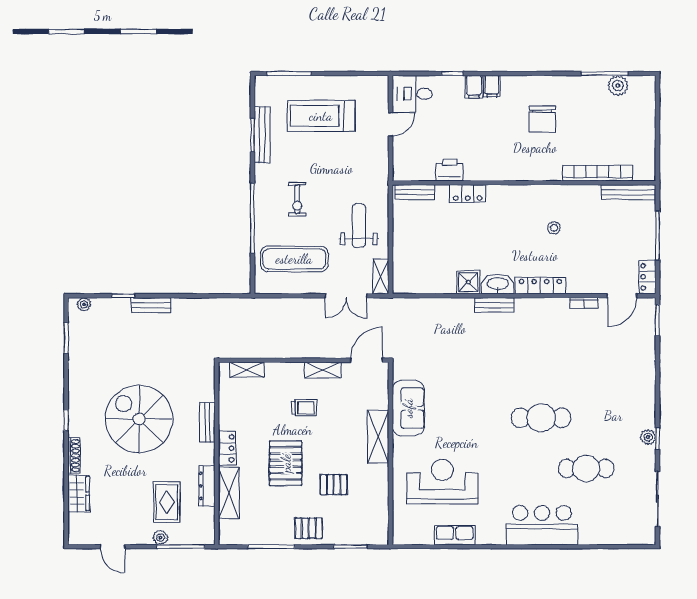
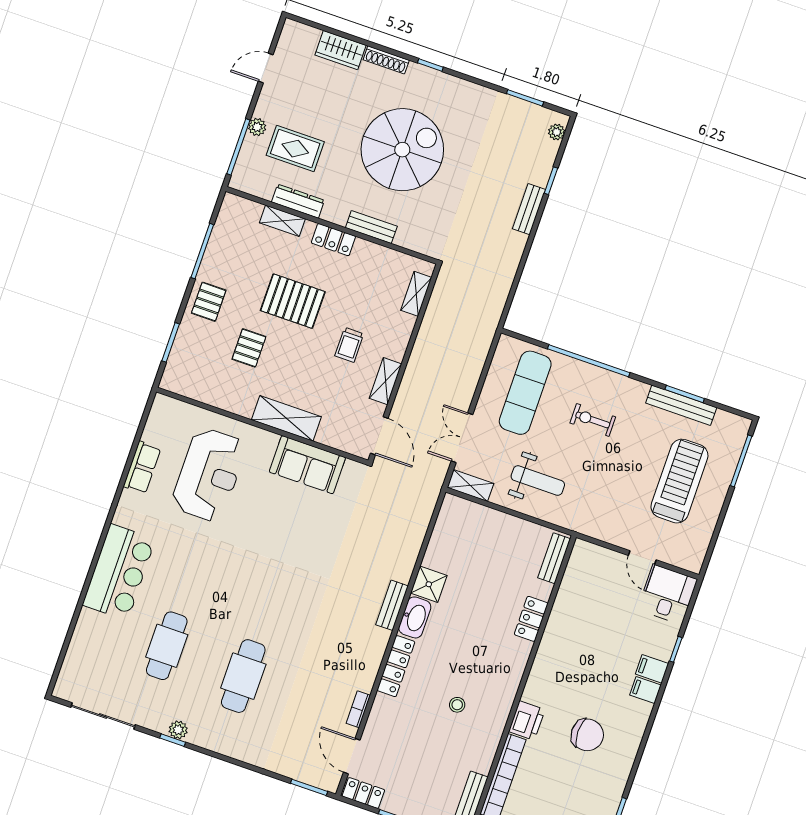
chair: (542, 119) -> (587, 735), turned 180
printer: (449, 170) -> (527, 721), moved
cafe table: (541, 418) -> (243, 676), moved
shelving: (229, 493) -> (282, 221), width x0.67, depth x0.75

